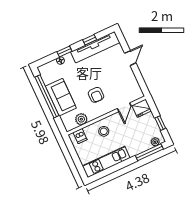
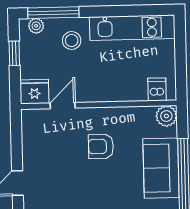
armchair: (96, 95) -> (101, 146), turned -90
plant: (81, 119) -> (166, 116), moved
stool: (104, 131) -> (72, 41), moved

